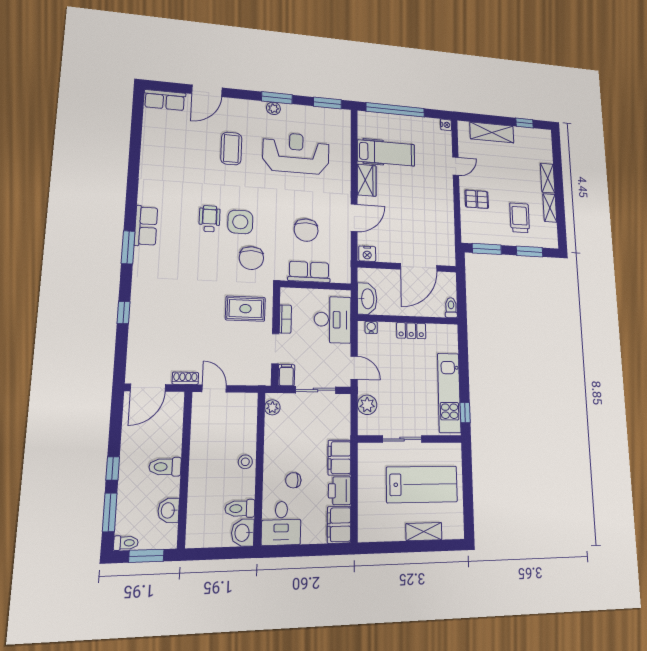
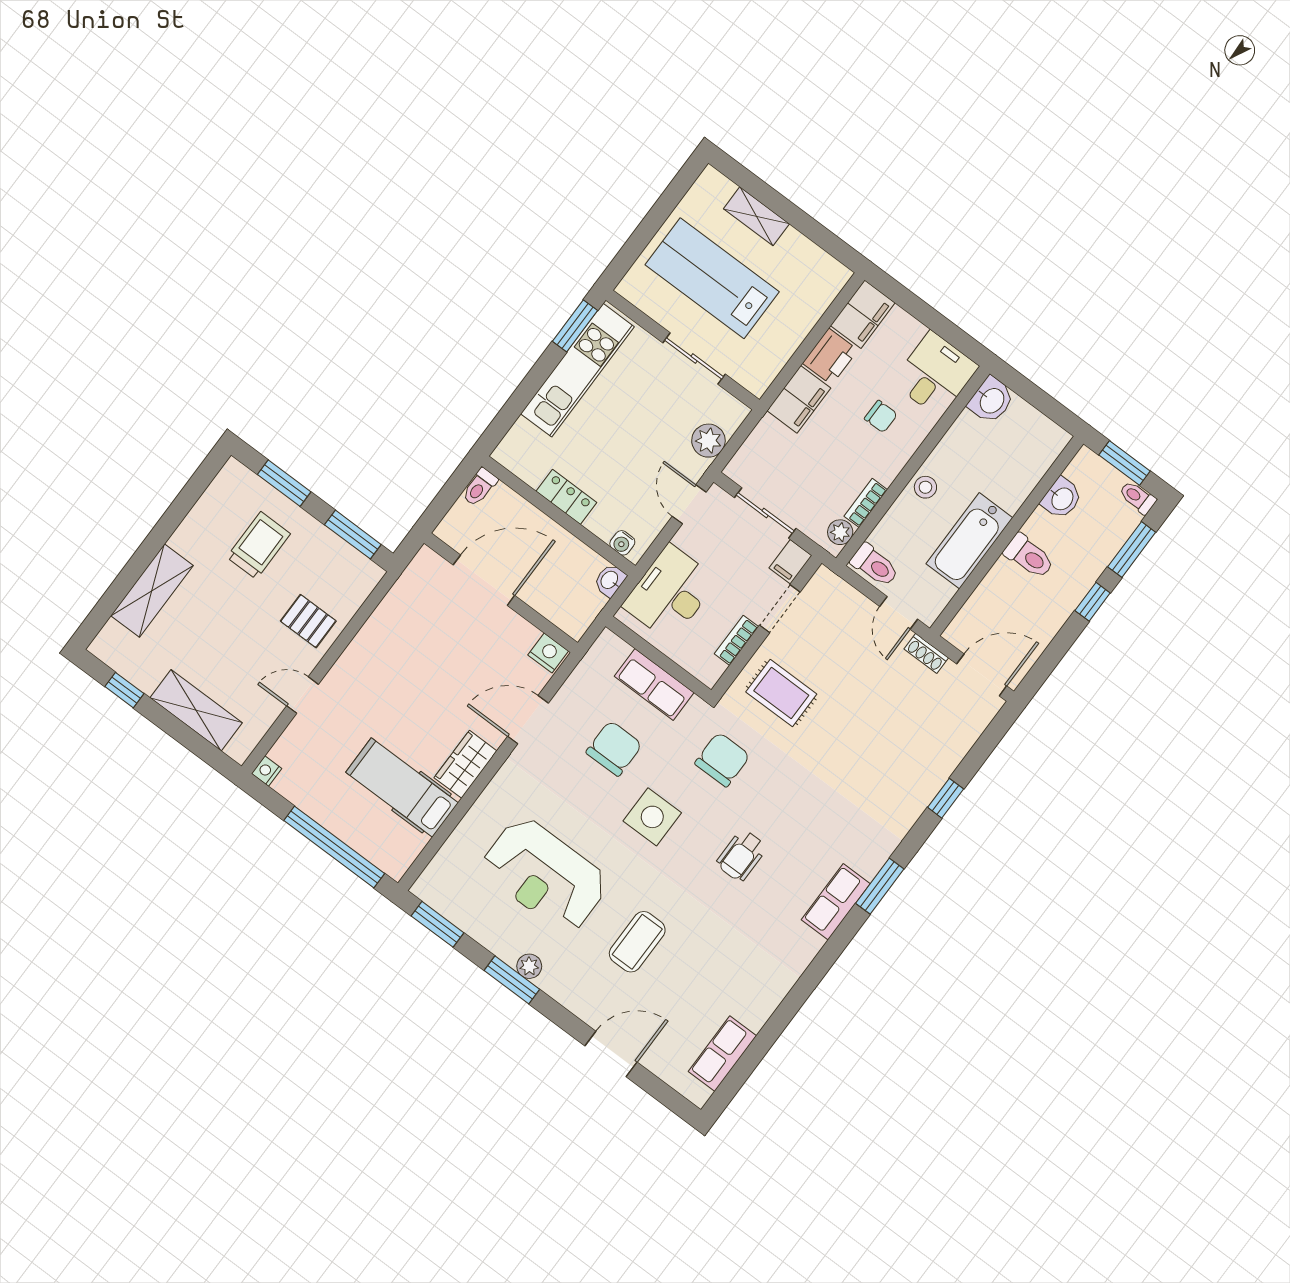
row of seats: (165, 100) -> (722, 1054), moved, turned -90
shelving: (548, 178) -> (152, 591), width x1.50, depth x1.33
shelving: (550, 208) -> (193, 527), removed
trolley: (520, 218) -> (259, 545), turned 180
side table: (240, 222) -> (652, 817), moved
washbasin: (367, 299) -> (610, 580), width x0.52, depth x0.69
window: (465, 413) -> (575, 326), width x1.50
bookcase: (270, 431) -> (866, 503), added
bathtub: (203, 451) -> (969, 541), added
toilet: (240, 509) -> (875, 565), moved

